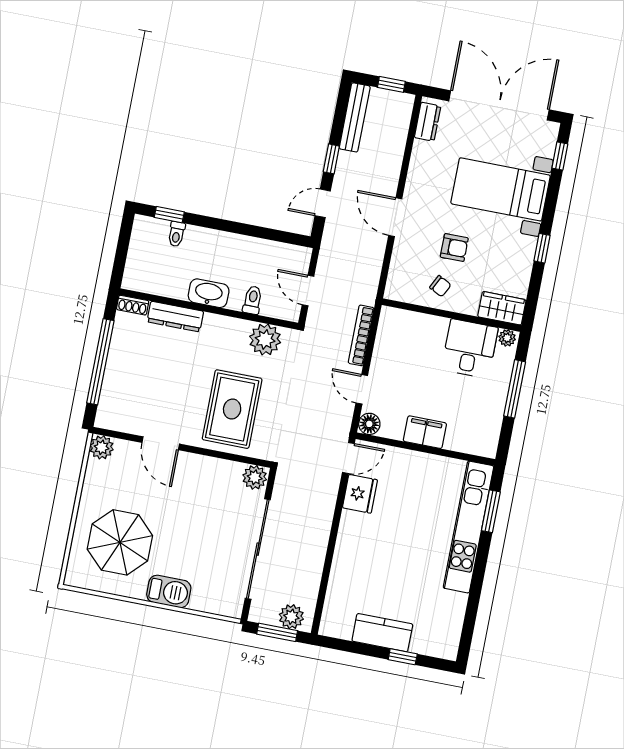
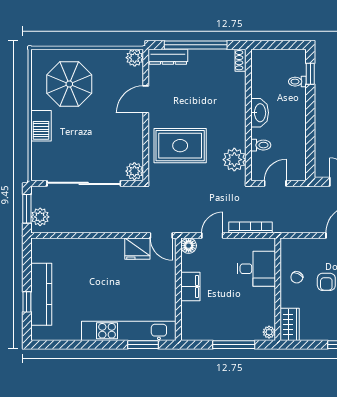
dresser: (175, 317) -> (168, 57), moved, turned -90
desk: (470, 349) -> (256, 269), moved
kitchen counter: (382, 633) -> (41, 294), width x1.50

